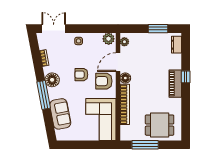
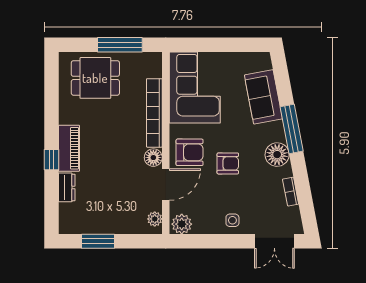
dresser: (176, 45) -> (67, 187), moved

